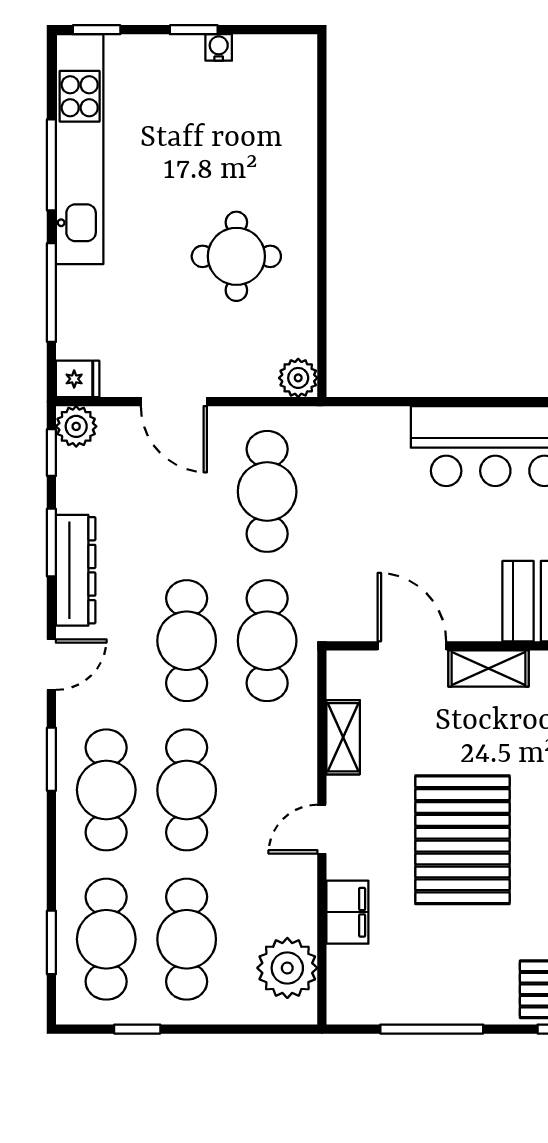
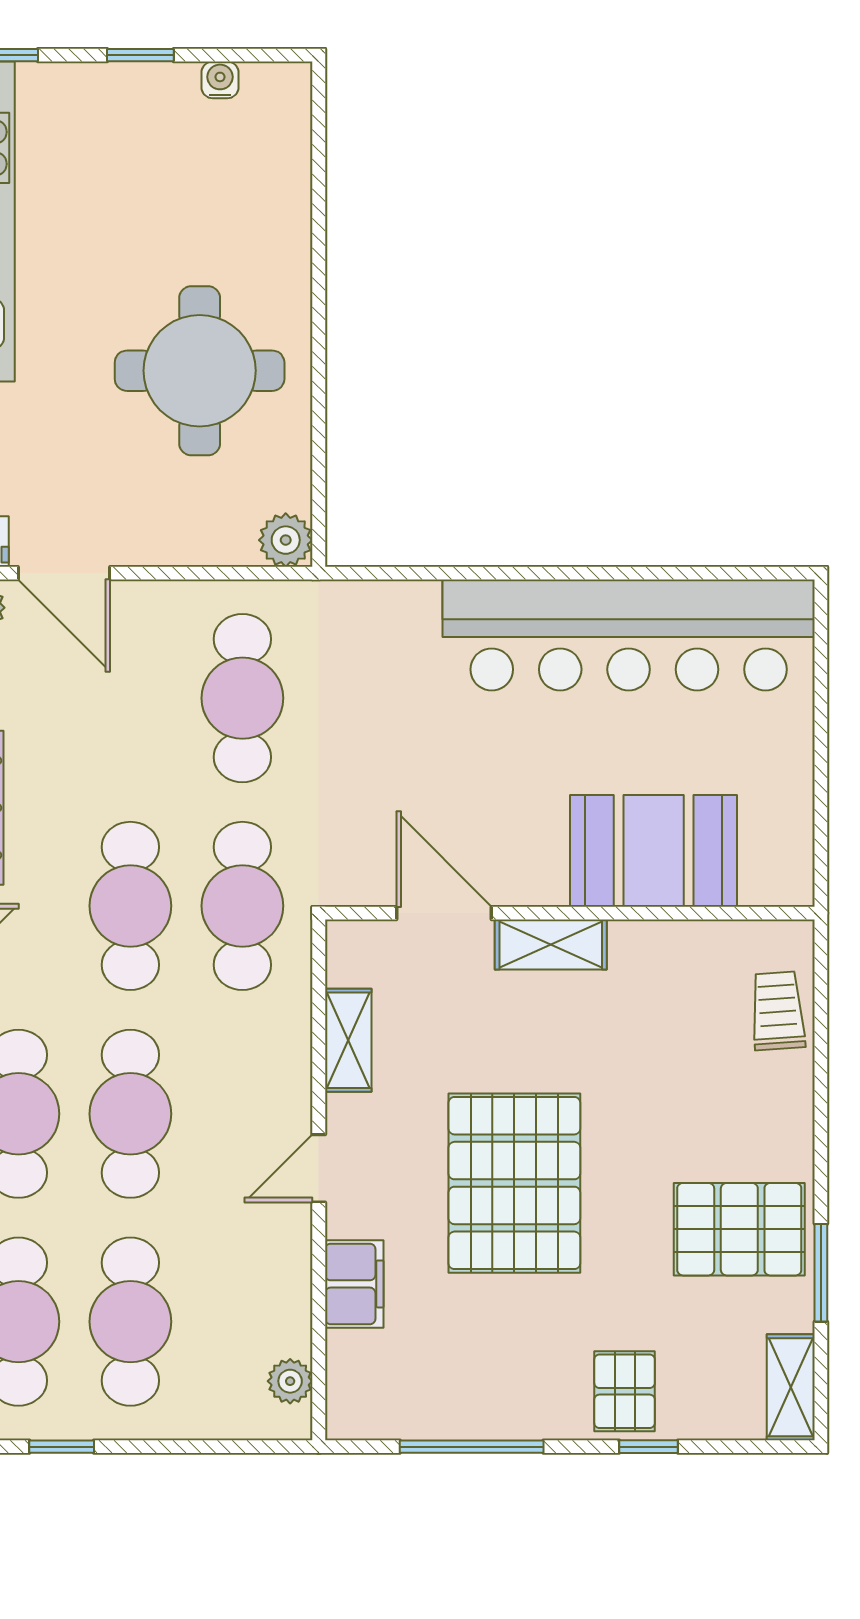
water cooler: (219, 47) -> (220, 80), moved
round table: (236, 256) -> (200, 371), width x1.36, depth x1.36
door: (174, 402) -> (64, 573), moved
plant: (287, 968) -> (290, 1381), width x0.53, depth x0.53

